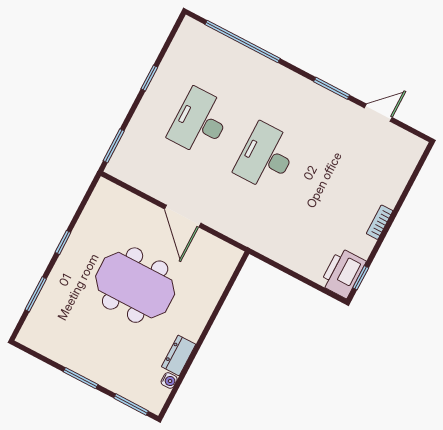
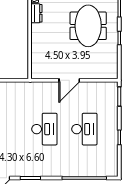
door: (183, 216) -> (69, 80), swing flipped
meeting table: (135, 285) -> (88, 26), moved, turned 90

